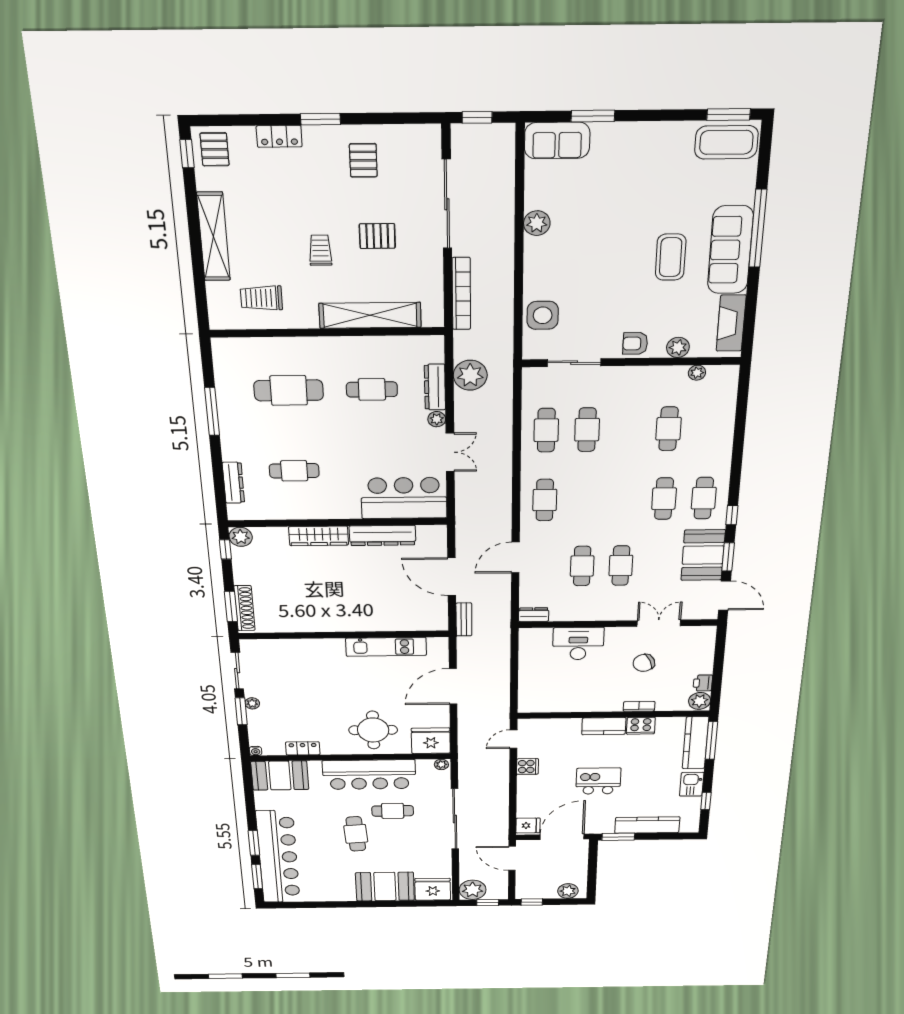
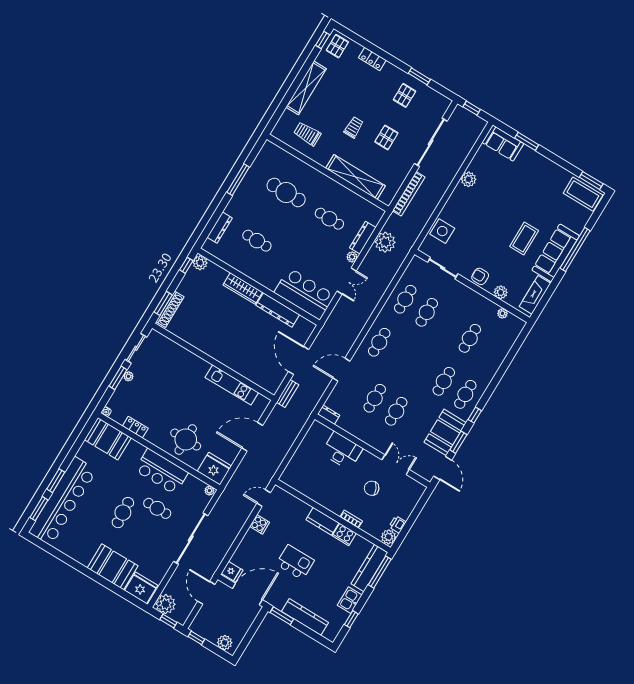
window: (320, 119) -> (419, 76), moved
pallet: (377, 236) -> (386, 137), turned 90
bar counter: (369, 775) -> (161, 471), width x0.73

